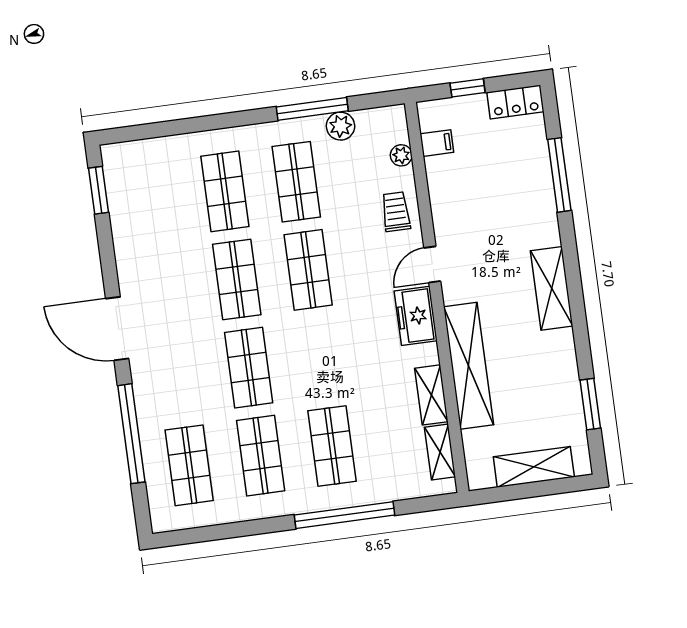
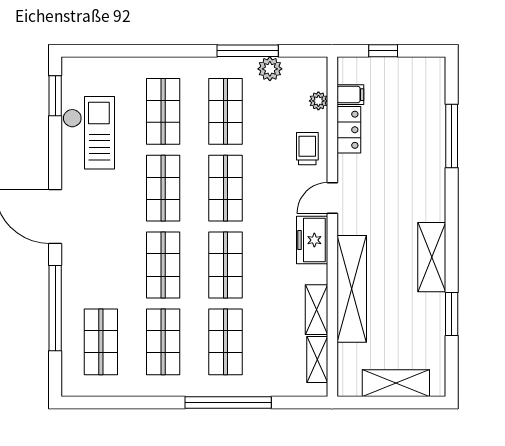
locker: (515, 102) -> (349, 130), moved, turned -90
checkout: (143, 227) -> (89, 133), added
shelving: (552, 288) -> (432, 257), moved
shop shelf: (320, 358) -> (225, 265), added
window: (590, 404) -> (452, 314), moved

